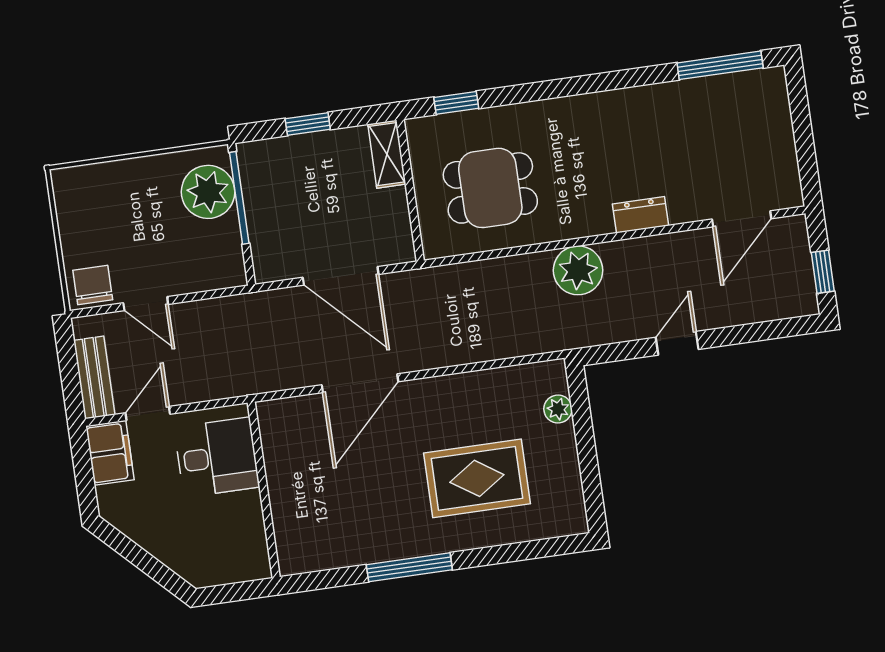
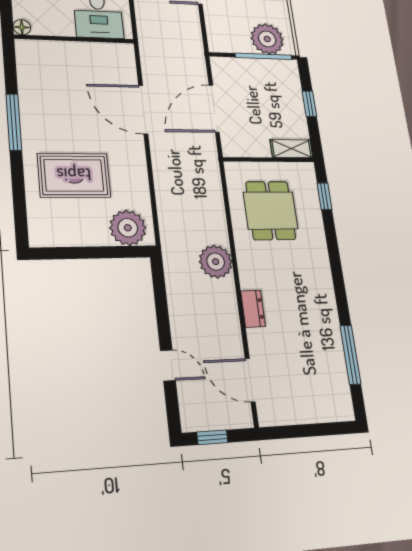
window: (720, 65) -> (350, 355), moved
door: (677, 343) -> (168, 365), moved
plant: (558, 409) -> (128, 228), width x1.88, depth x1.88
rug: (477, 478) -> (74, 175), turned 90
floor lamp: (259, 568) -> (22, 27), added

